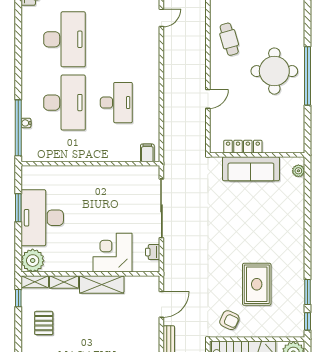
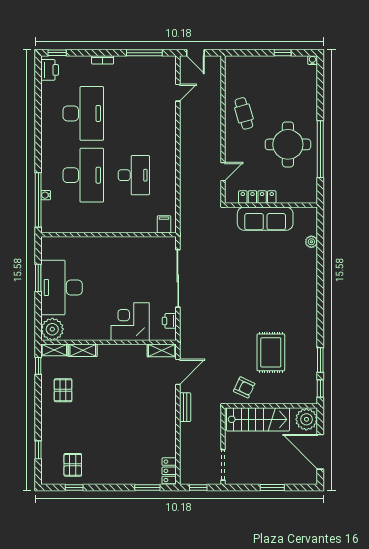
locker: (243, 147) -> (257, 197), moved
wall: (257, 155) -> (271, 205), moved
sofa: (251, 169) -> (265, 219), moved
shelving: (102, 284) -> (162, 350), moved, width x0.67, depth x0.75

